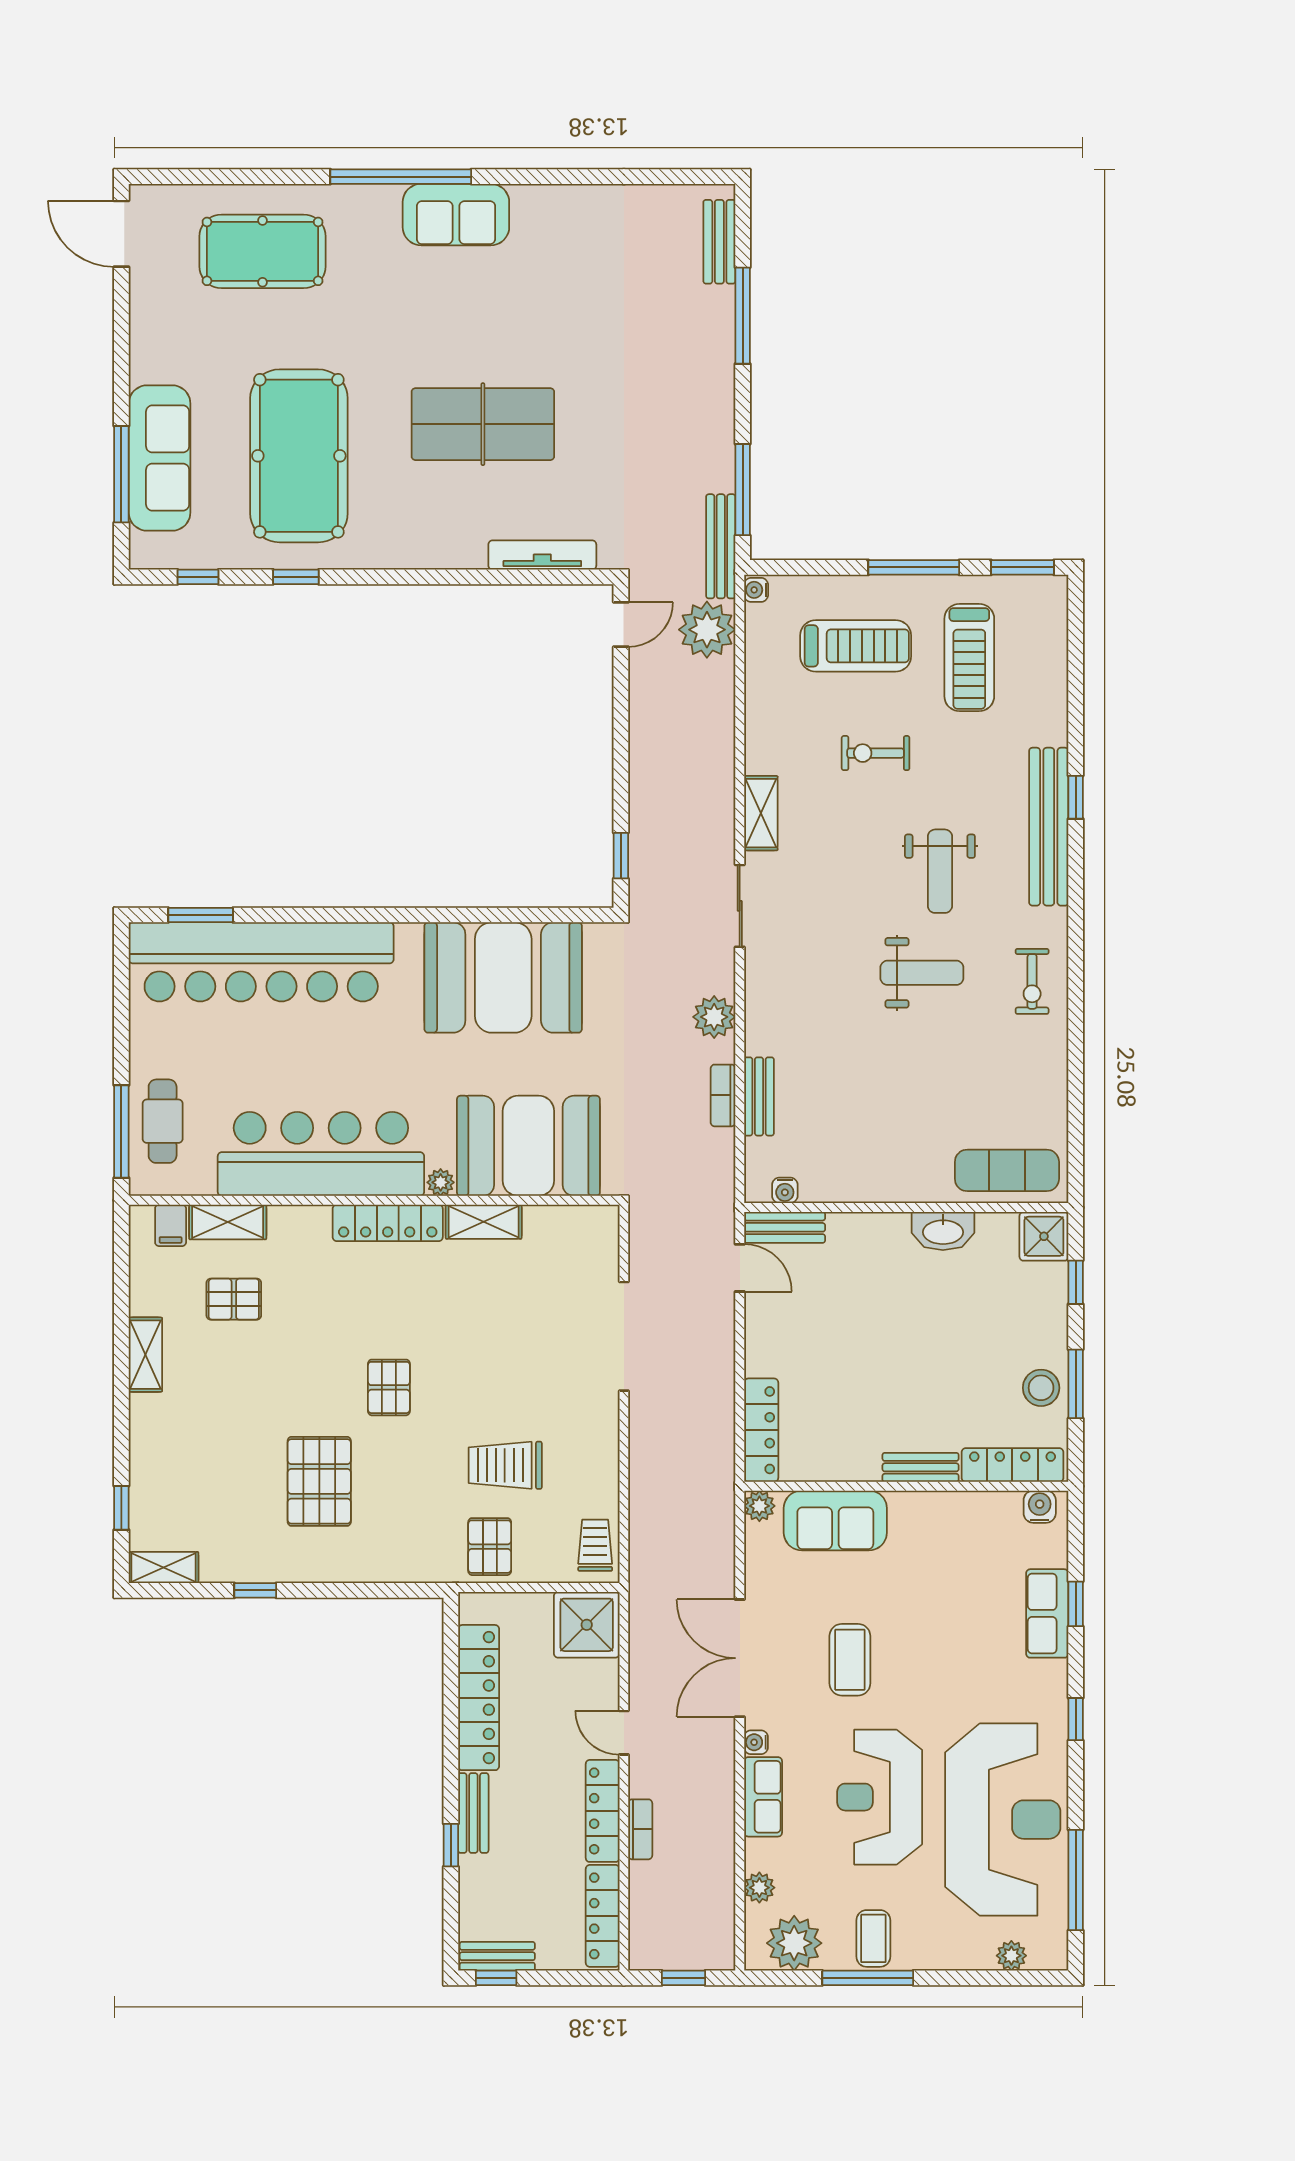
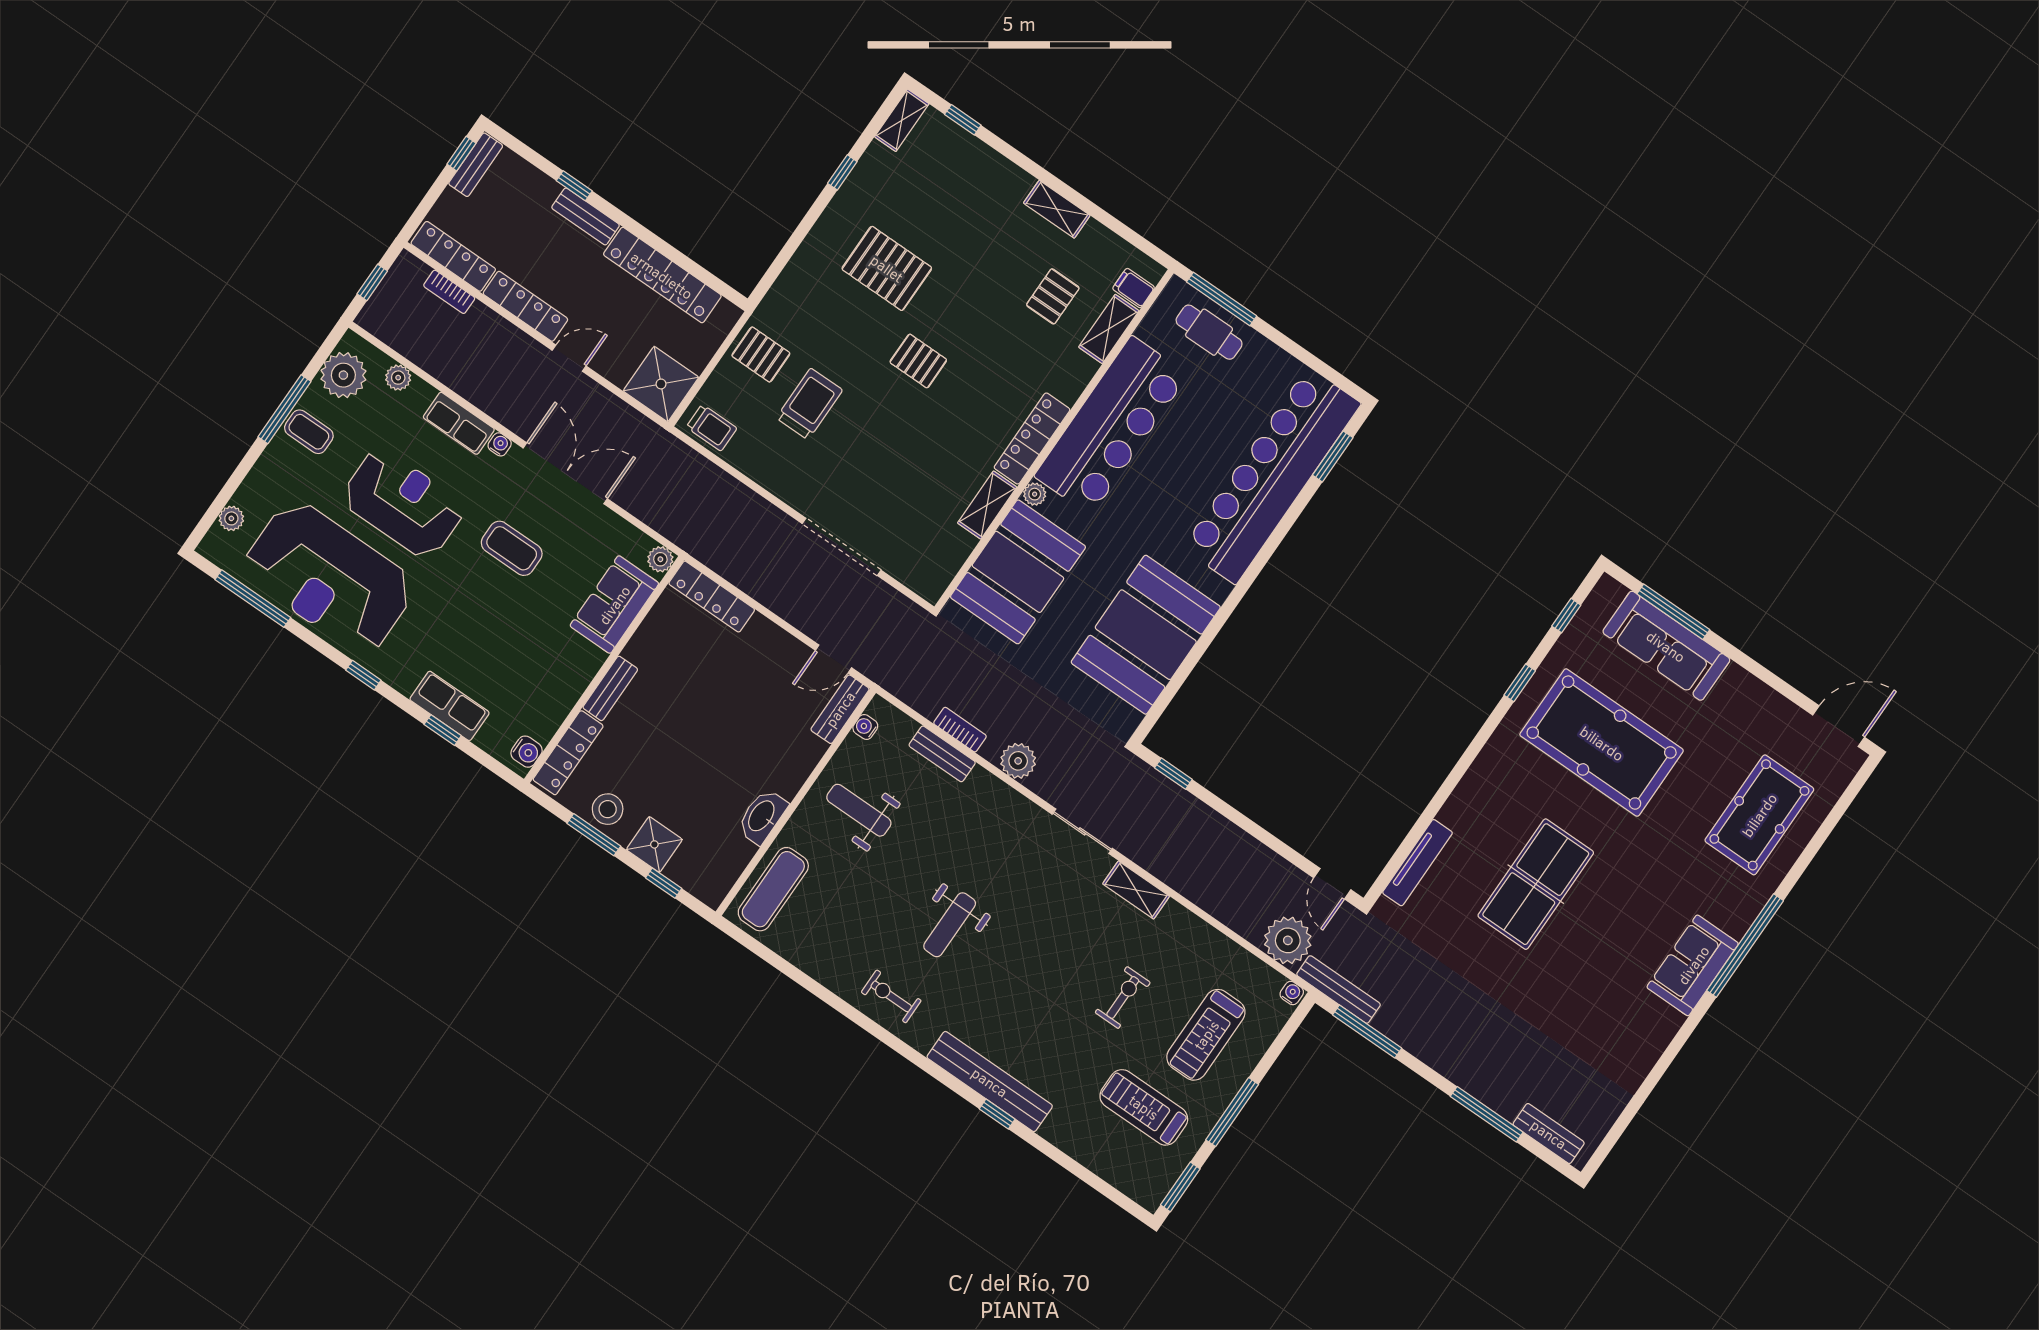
weight bench: (940, 871) -> (859, 810), moved
shower: (1044, 1236) -> (654, 844), moved
bookcase: (640, 1829) -> (449, 292), moved

